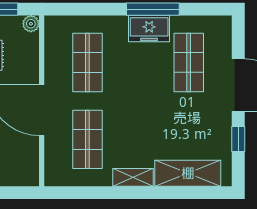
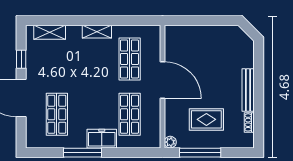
freezer: (149, 29) -> (102, 139), moved
shelving: (188, 173) -> (50, 32), width x0.67, depth x0.75

